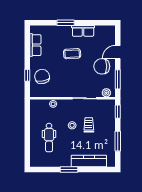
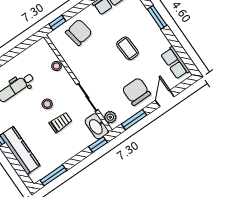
row of seats: (83, 31) -> (175, 63), moved
door: (118, 52) -> (165, 98), hinge flipped
window: (27, 75) -> (57, 23), moved
washbasin: (106, 105) -> (97, 126), added
window: (118, 141) -> (53, 175), moved

